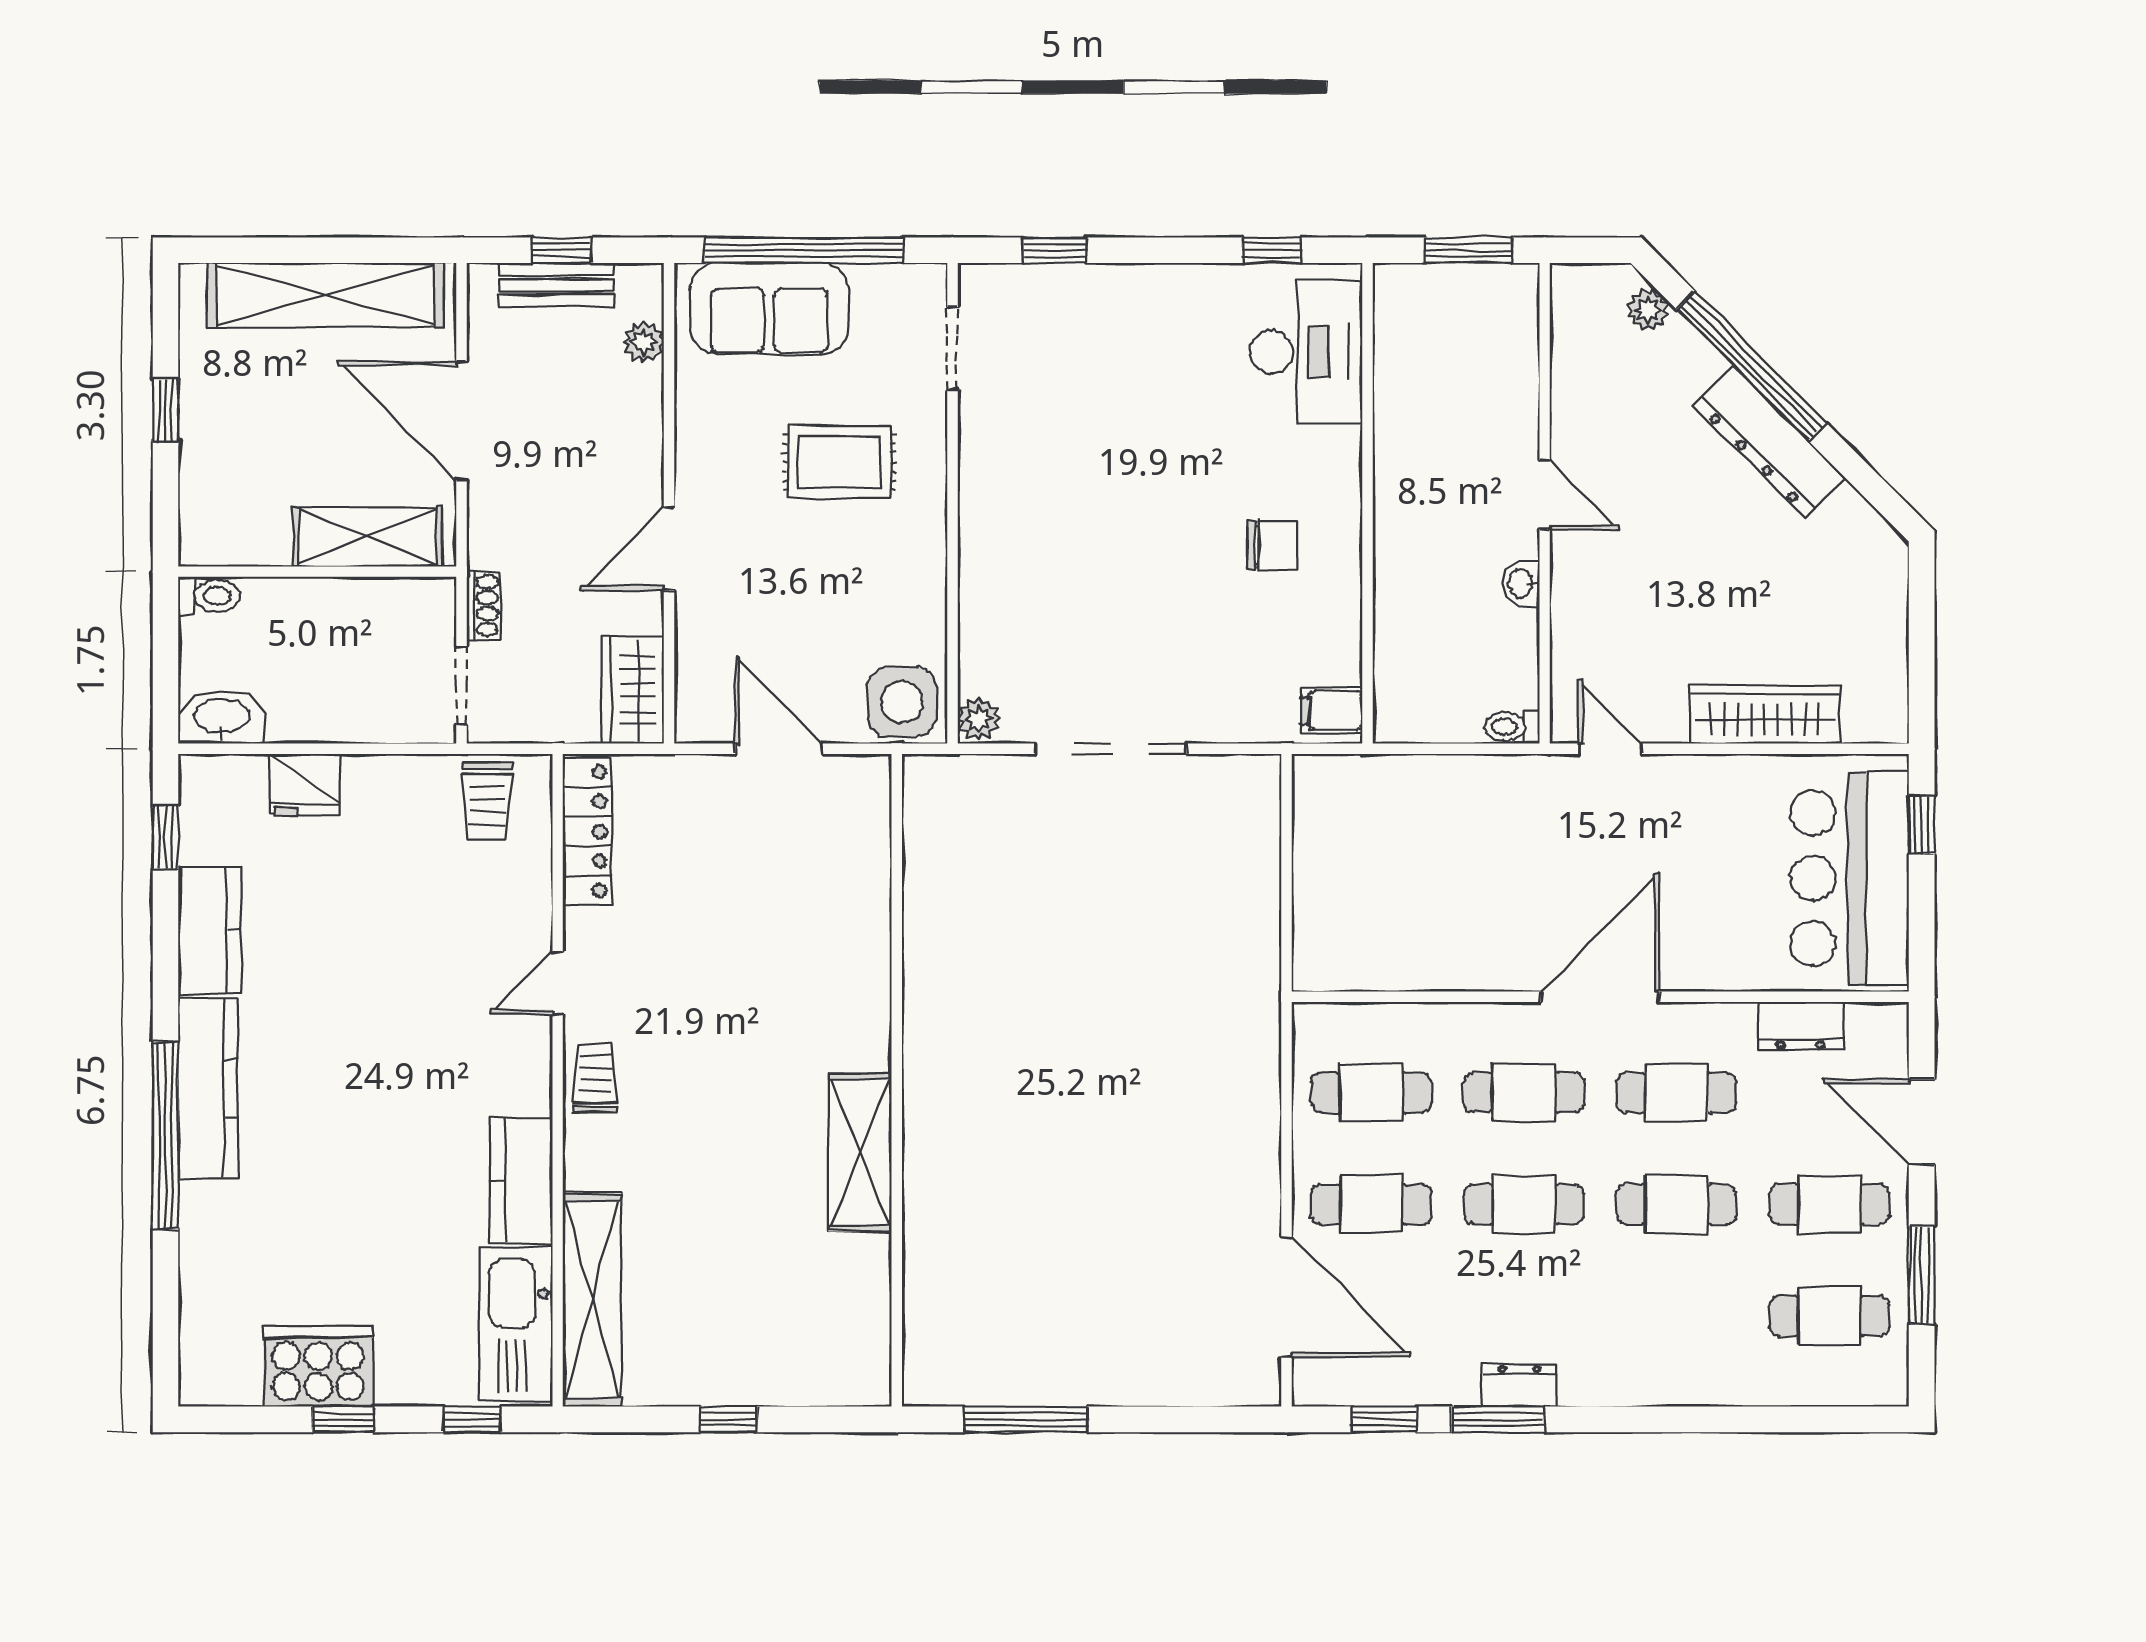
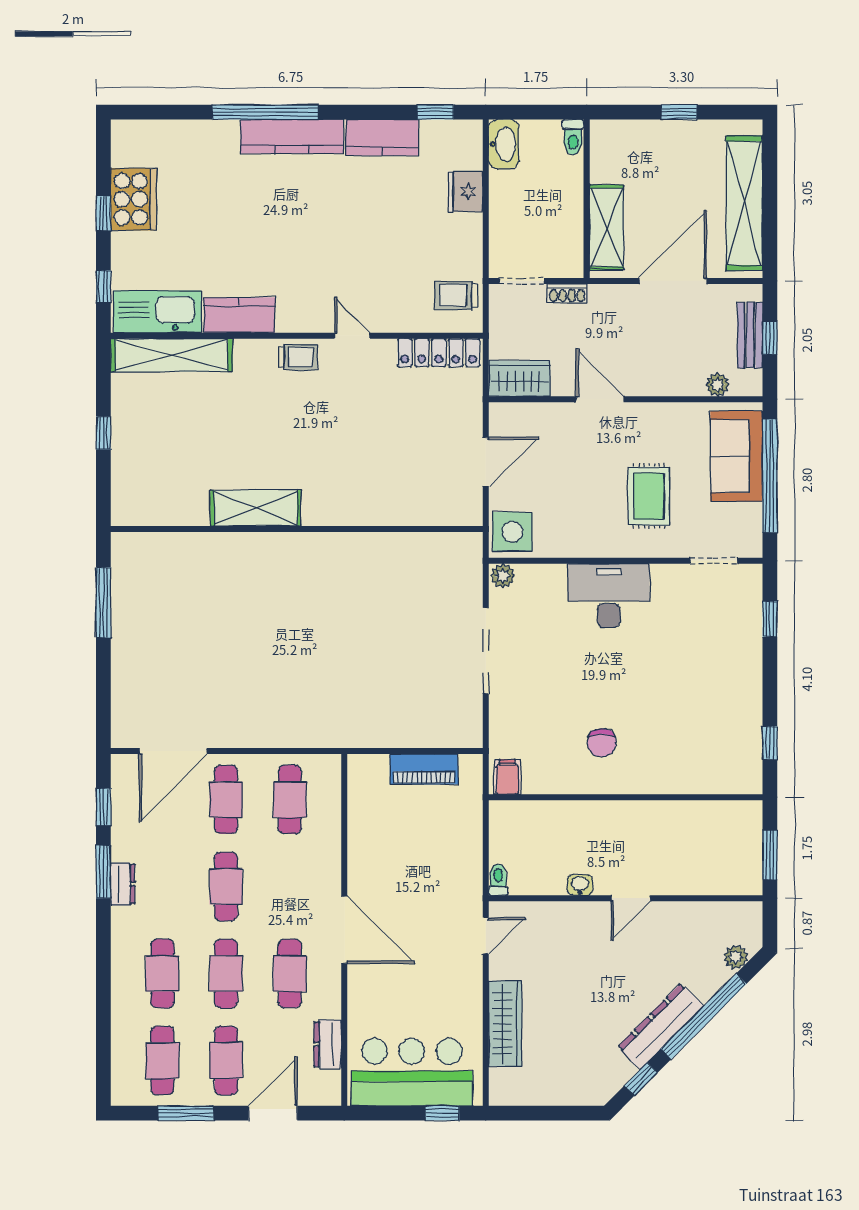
desk: (1306, 352) -> (609, 596), moved, turned 180
window: (1862, 477) -> (641, 1079), added
piano: (1318, 857) -> (424, 769), added
cafe table: (1524, 1093) -> (162, 973), moved

